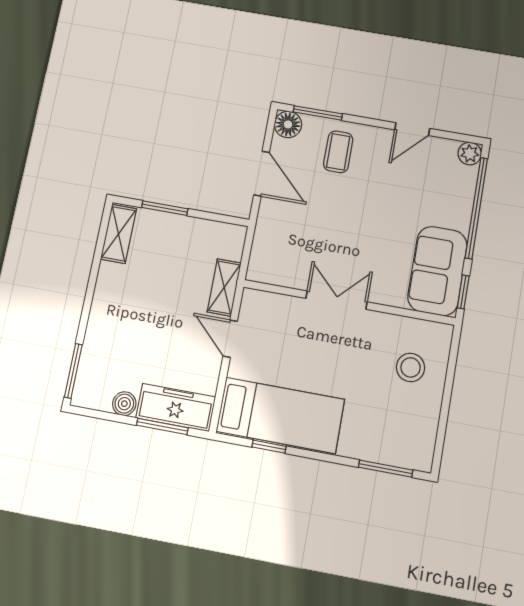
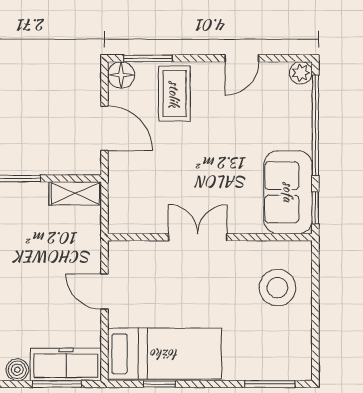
coffee table: (338, 152) -> (174, 94), width x1.36, depth x1.30
shelving: (224, 287) -> (75, 193), moved, turned 90
stool: (411, 367) -> (277, 288), width x1.38, depth x1.38

